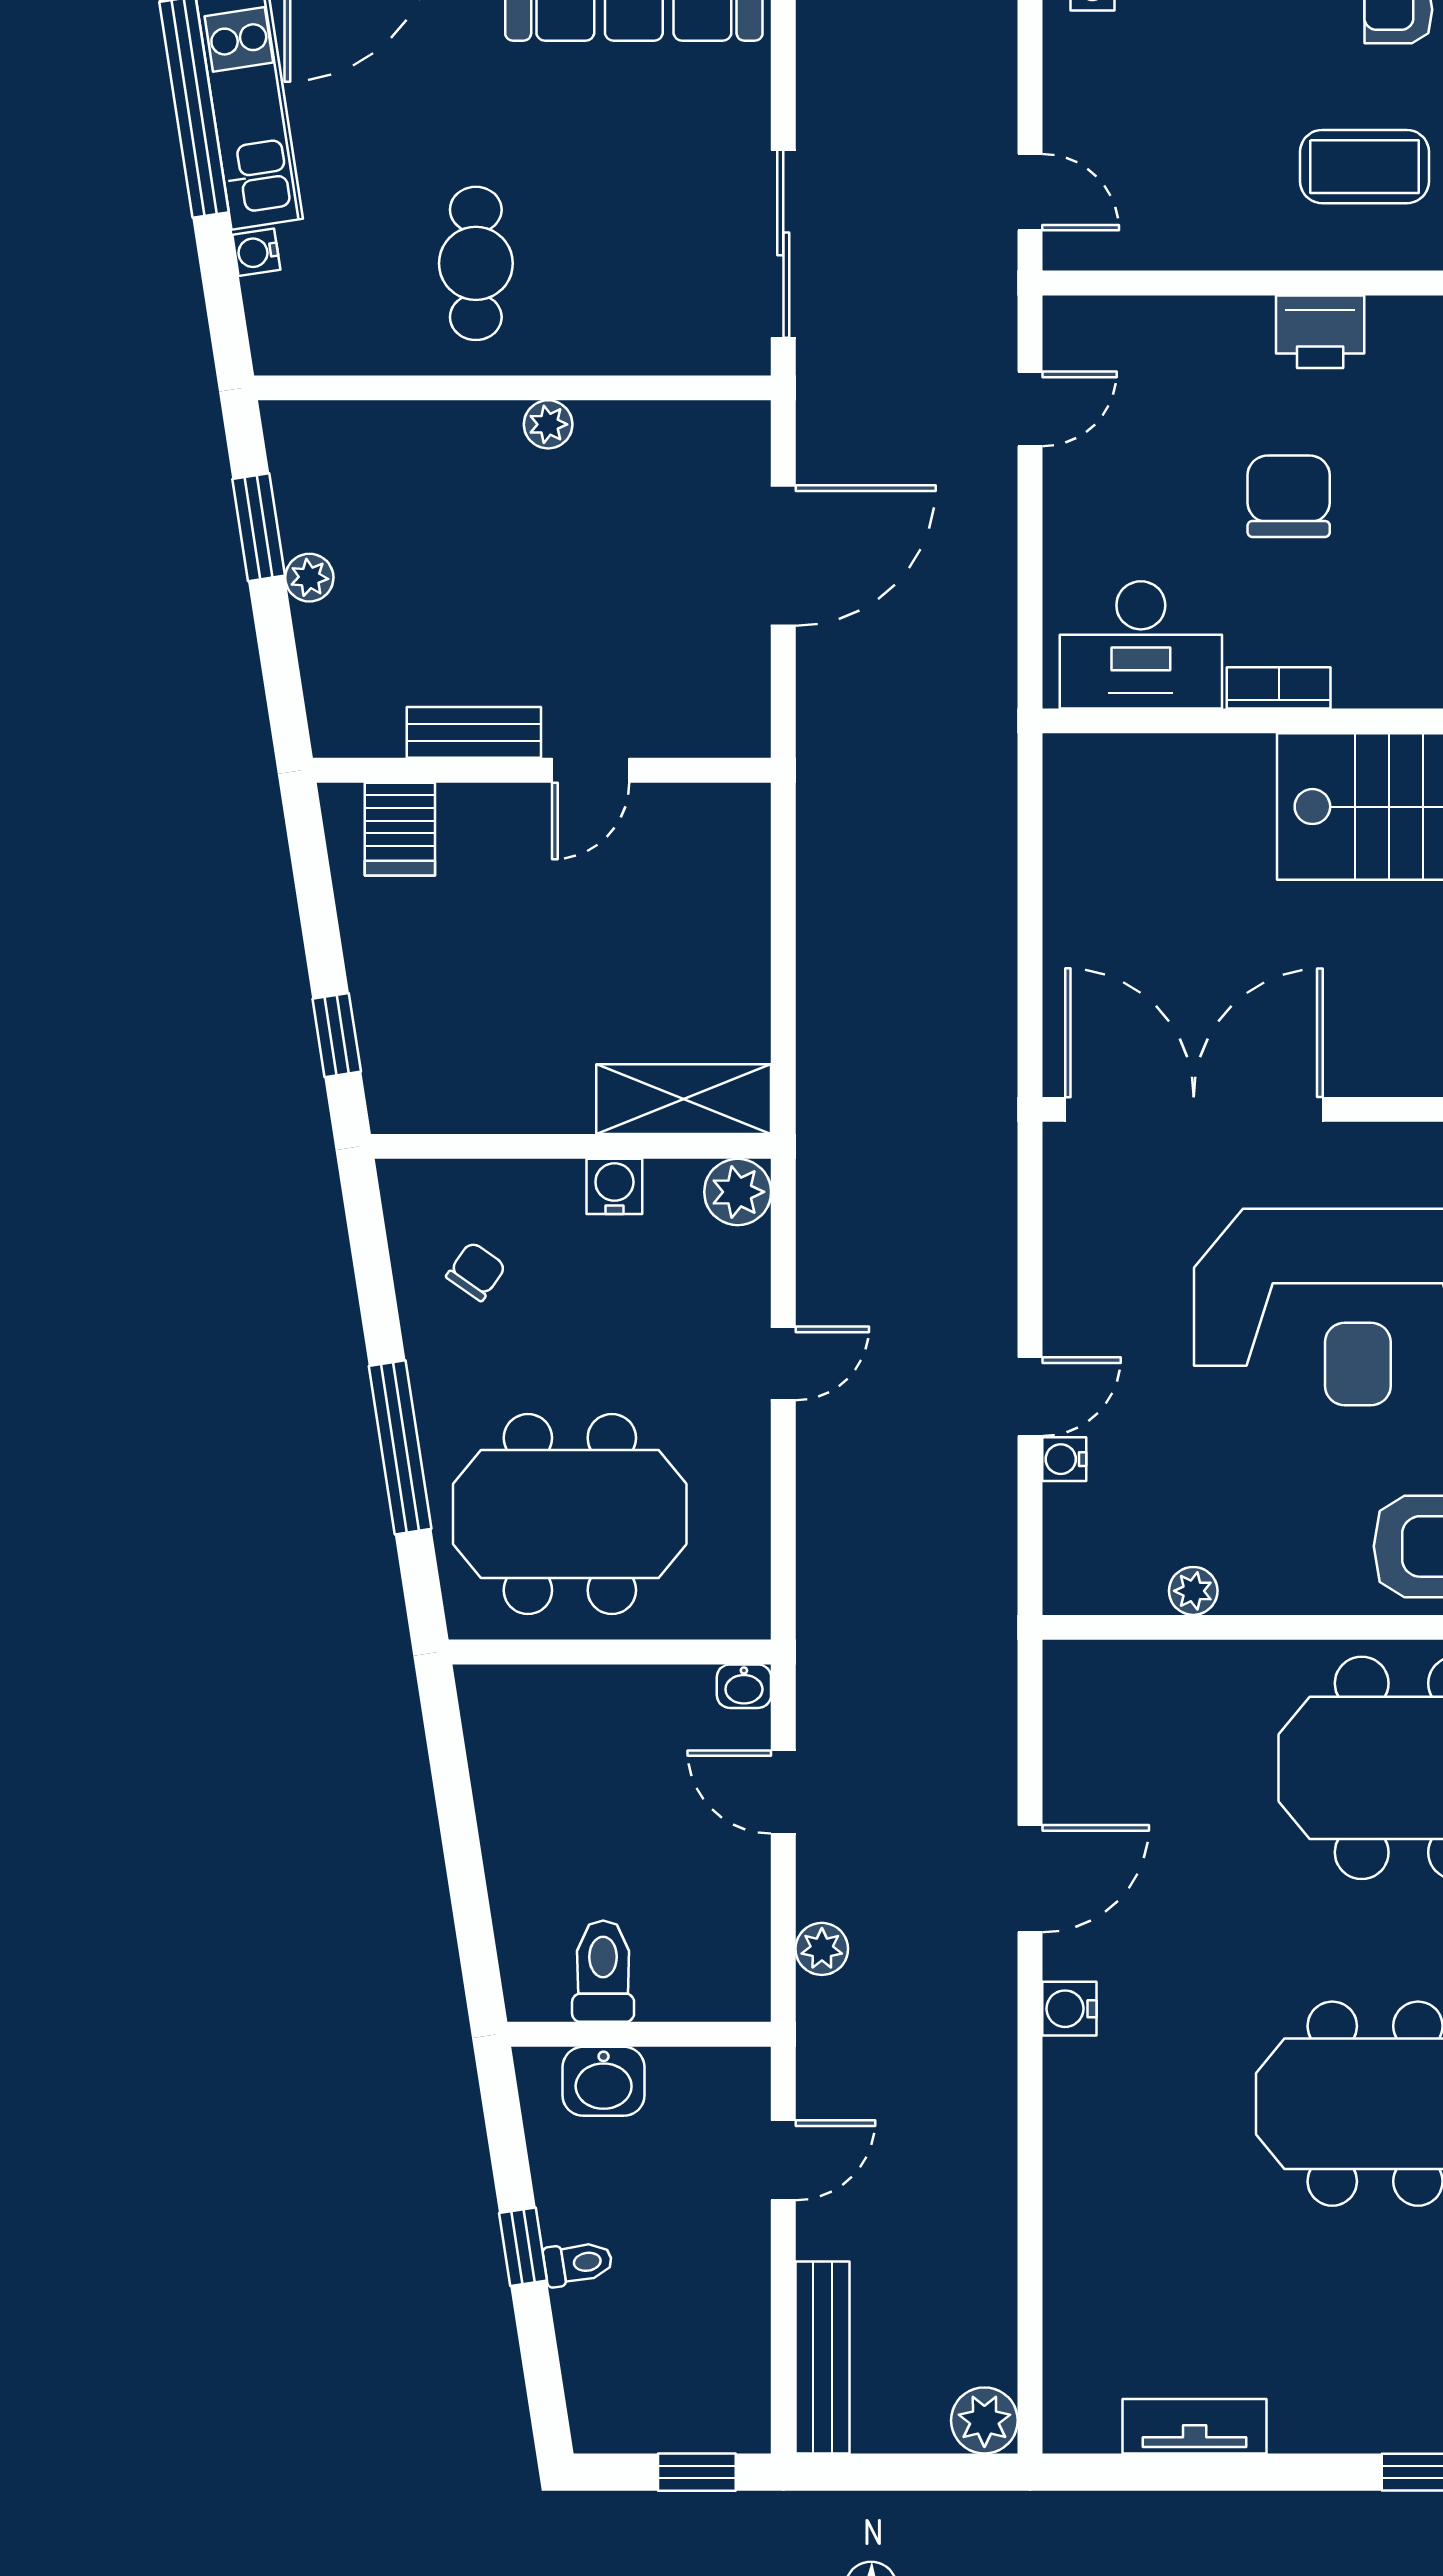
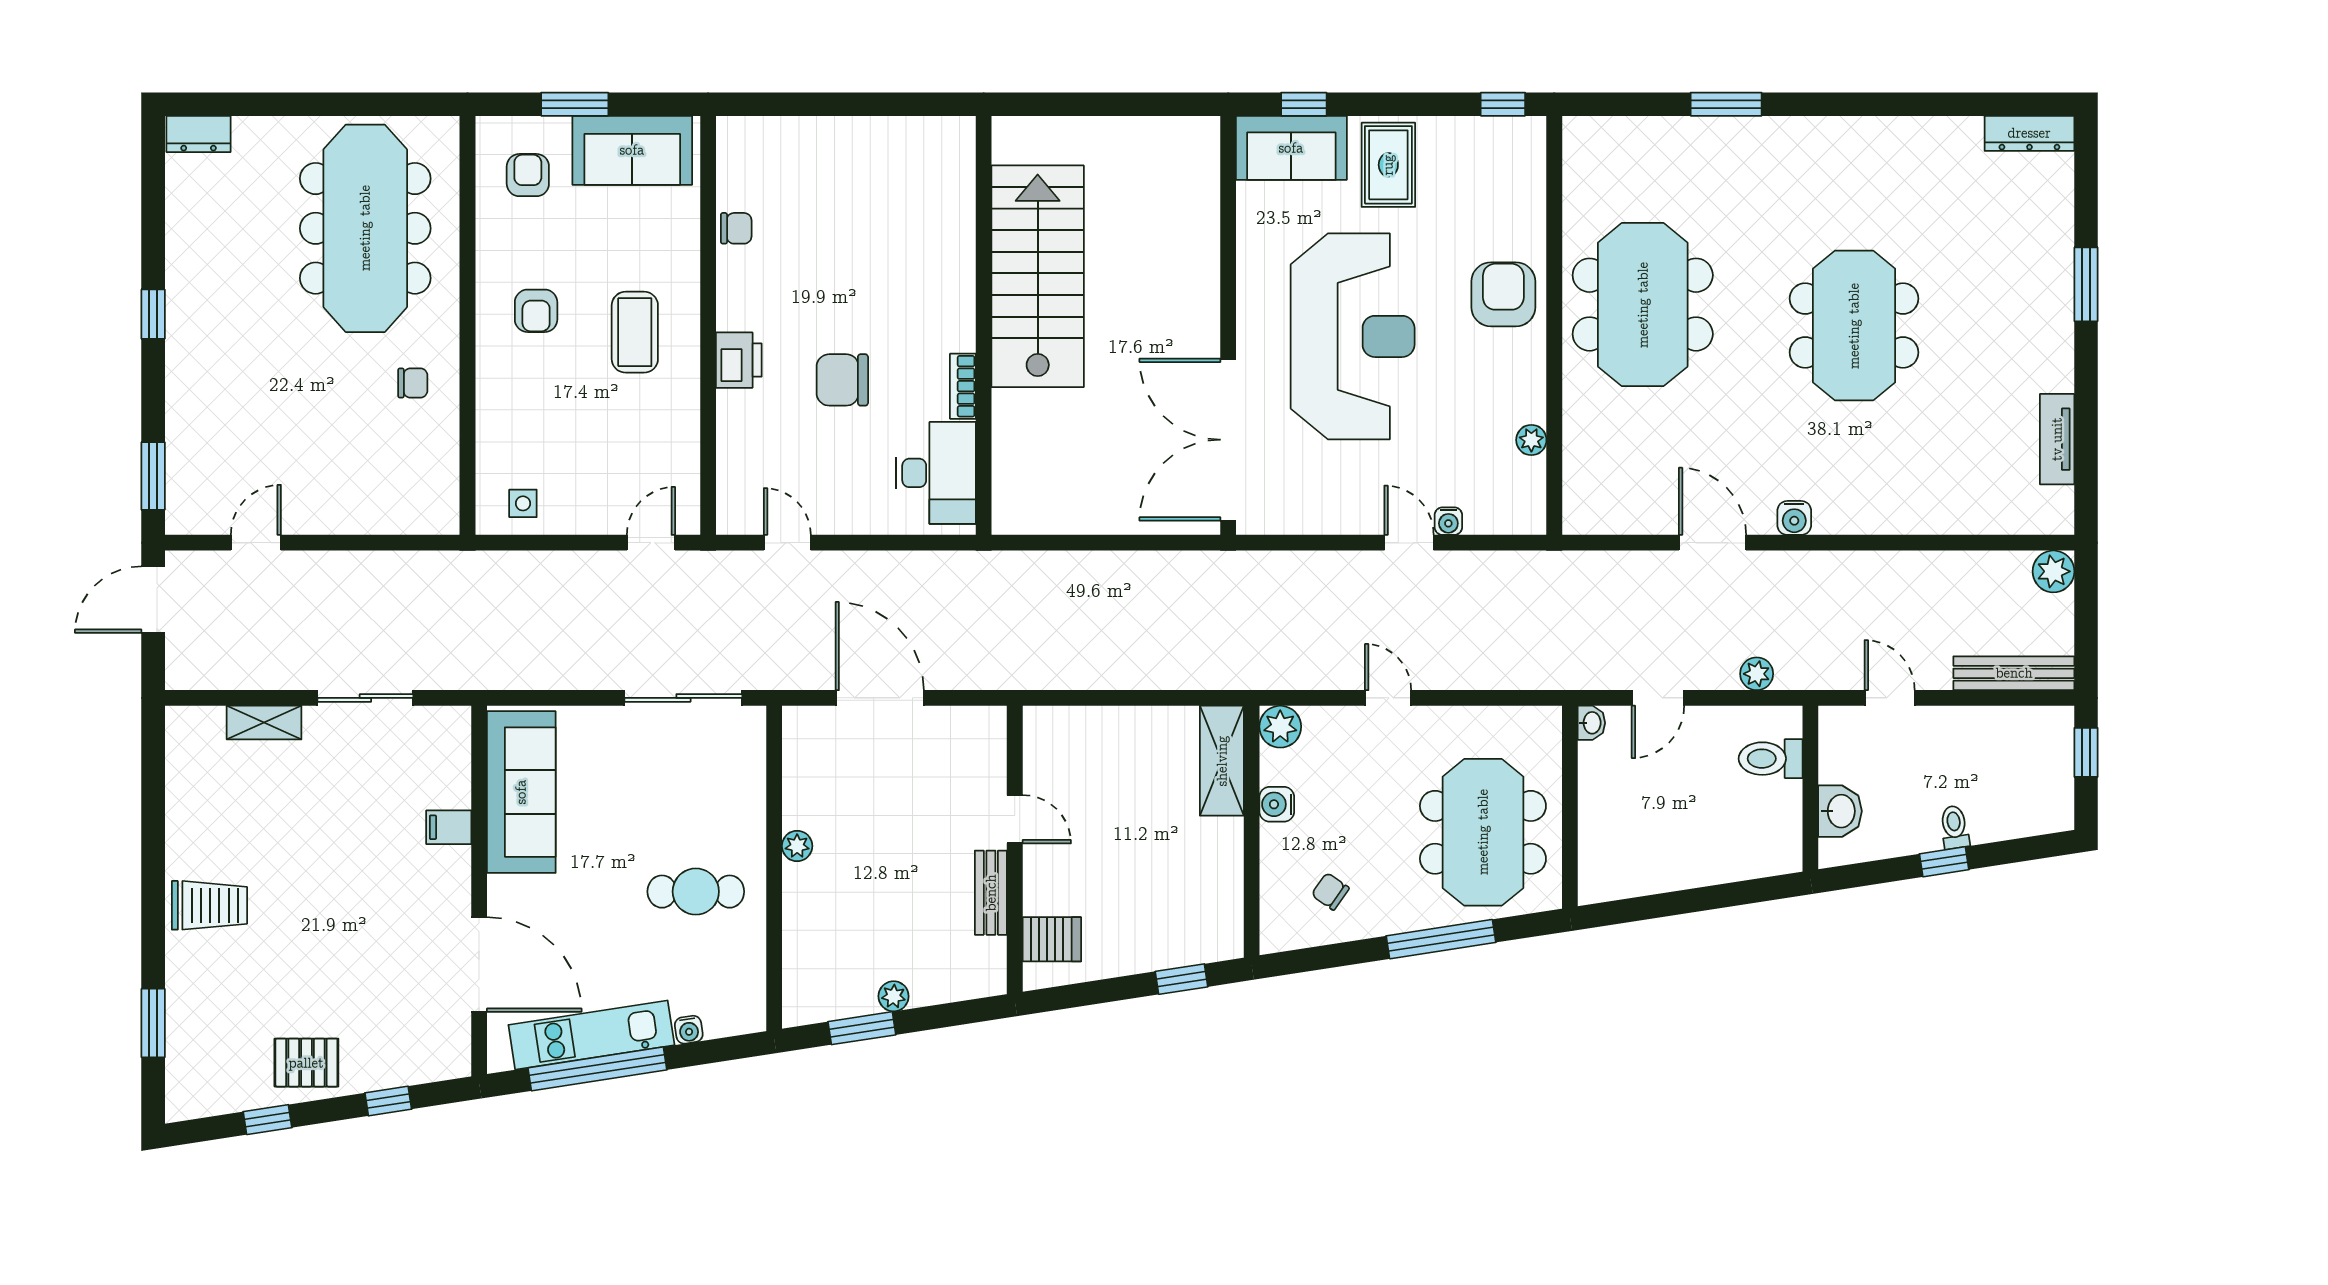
toilet: (603, 1971) -> (1771, 759), moved

